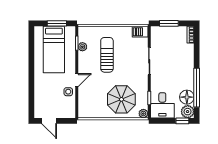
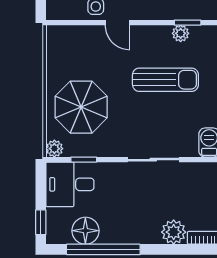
plant: (188, 112) -> (174, 232), moved

